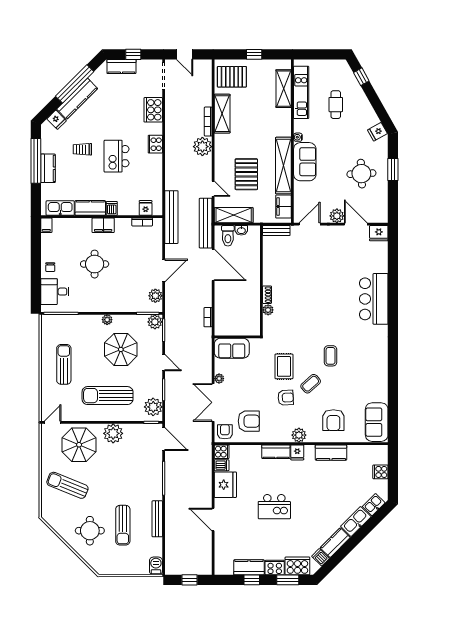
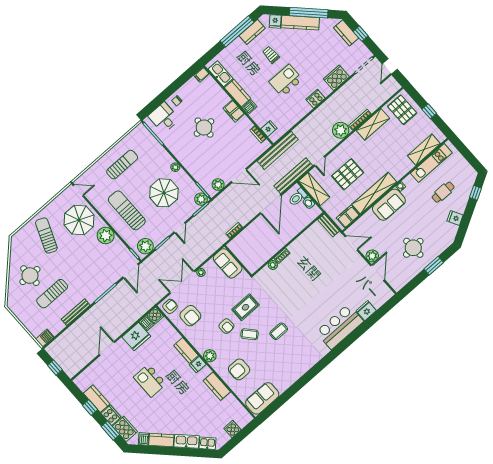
fridge: (377, 132) -> (455, 218), moved
kitchen counter: (48, 168) -> (252, 32), moved
fridge: (379, 233) -> (366, 311), moved, turned 90

